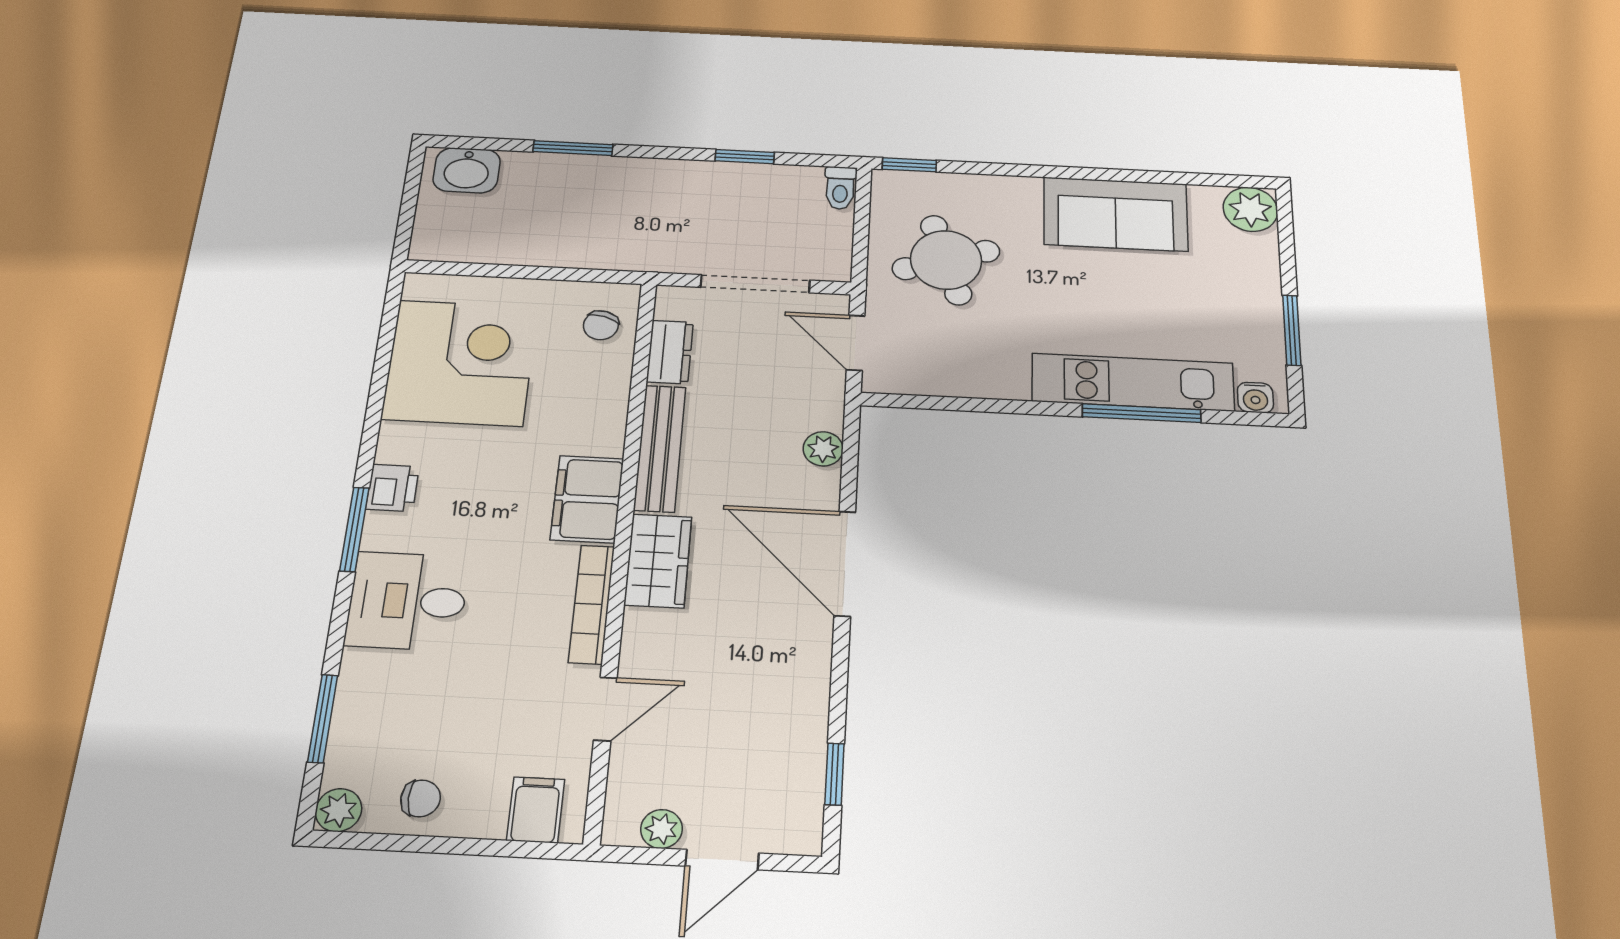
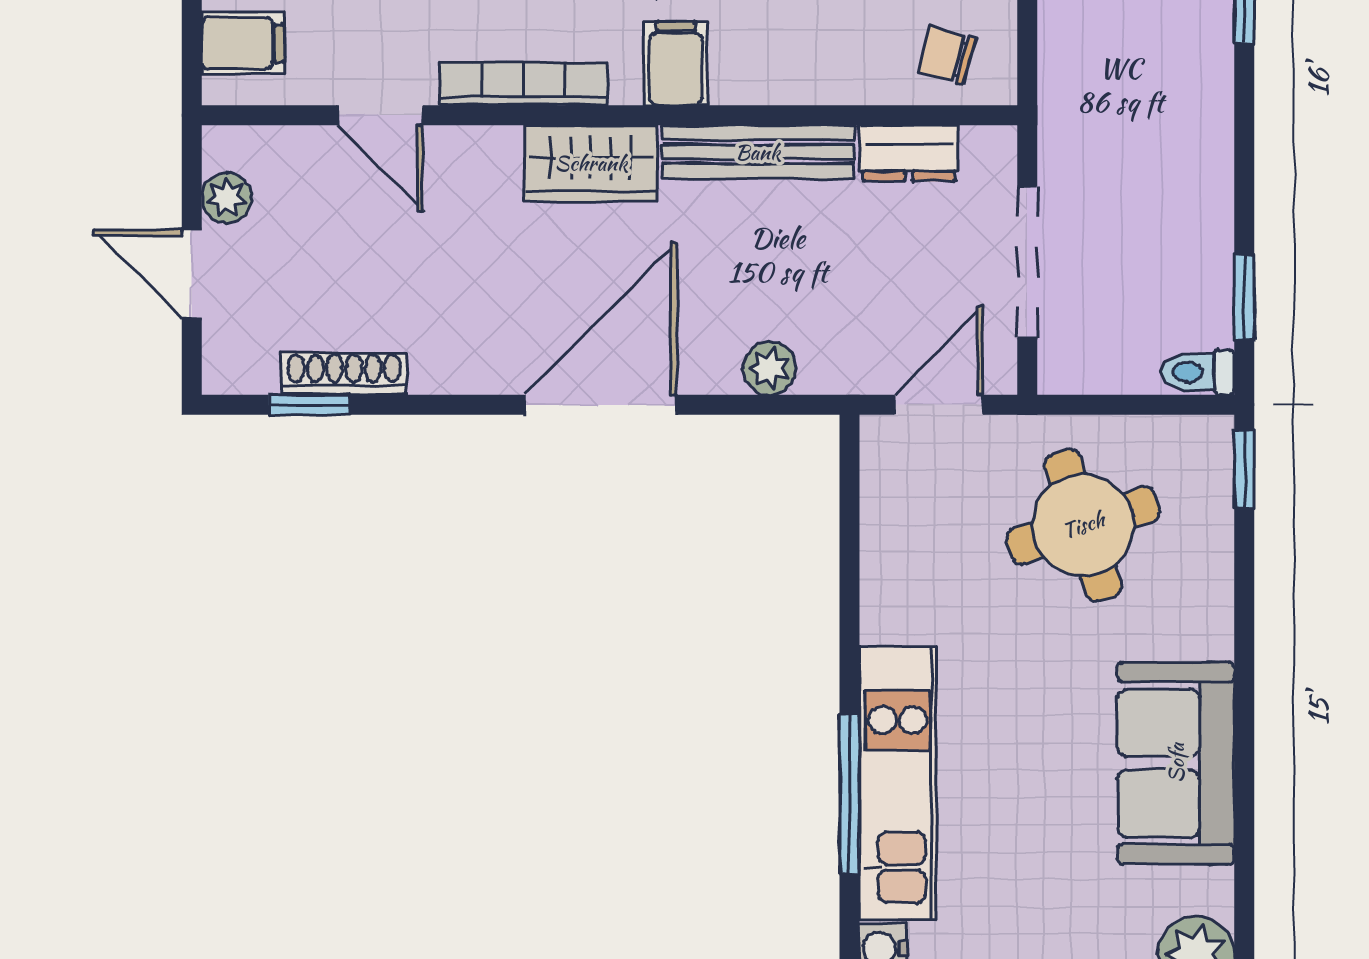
window: (745, 157) -> (1244, 297), moved
filing cabinet: (587, 499) -> (676, 63), width x0.50
shoe rack: (811, 746) -> (344, 373), added

